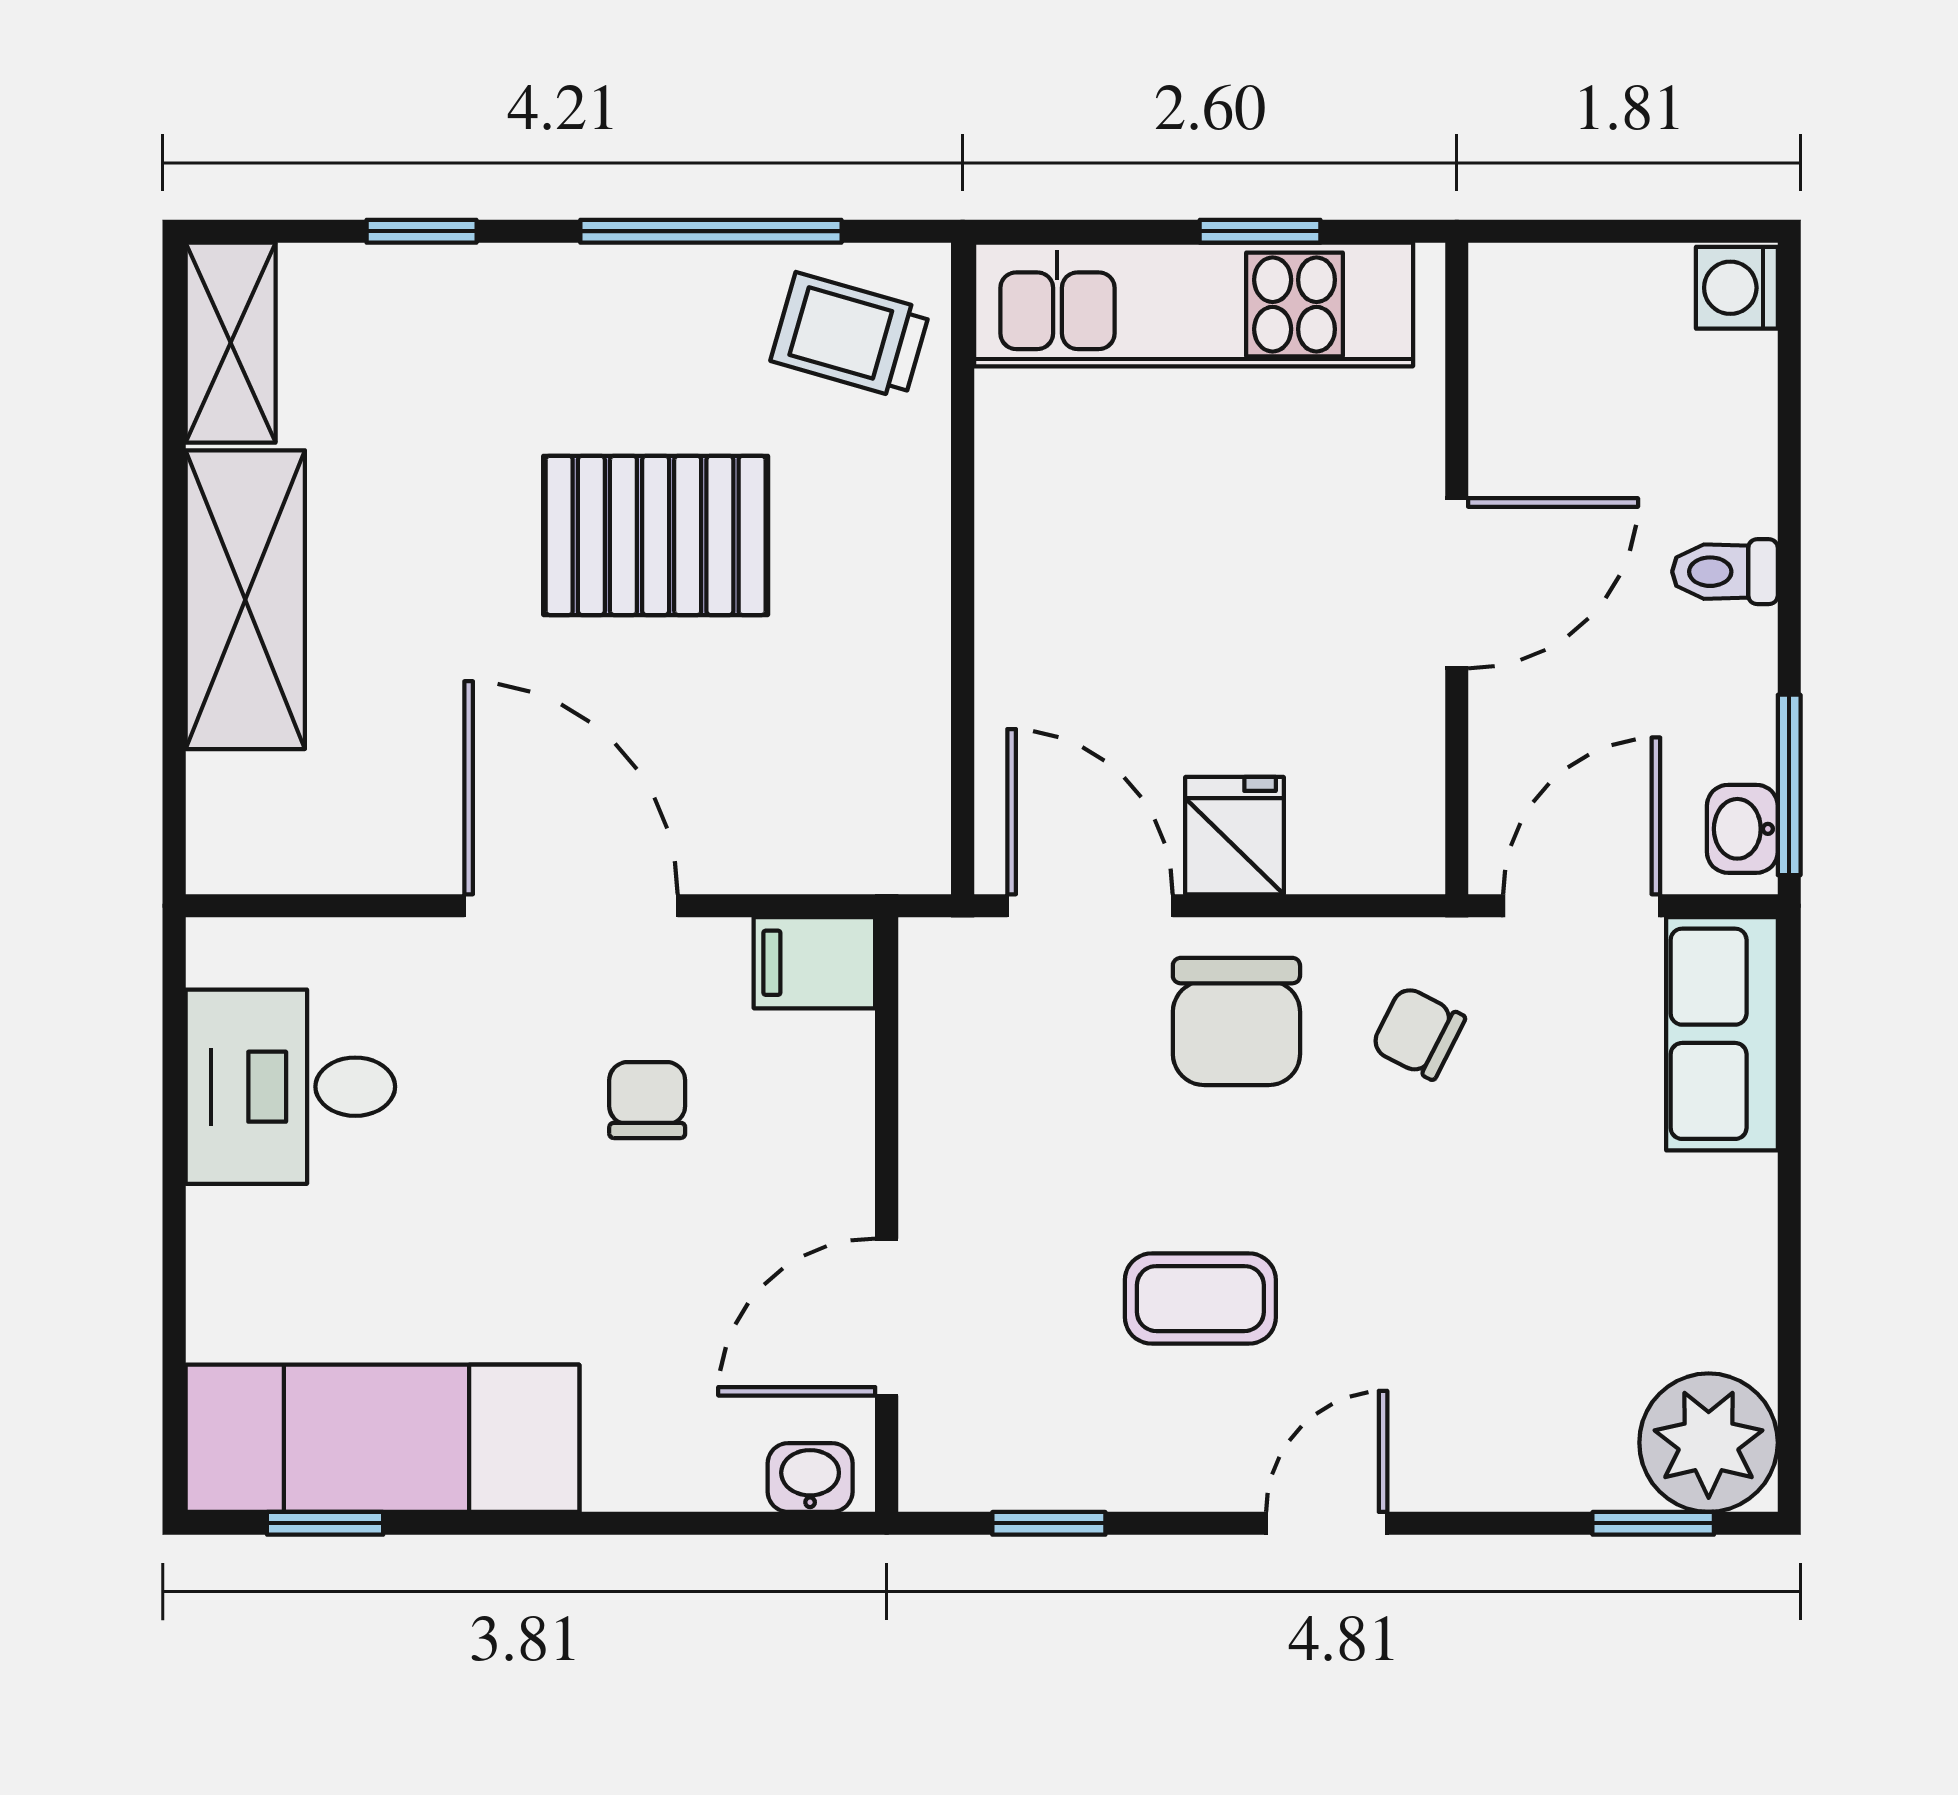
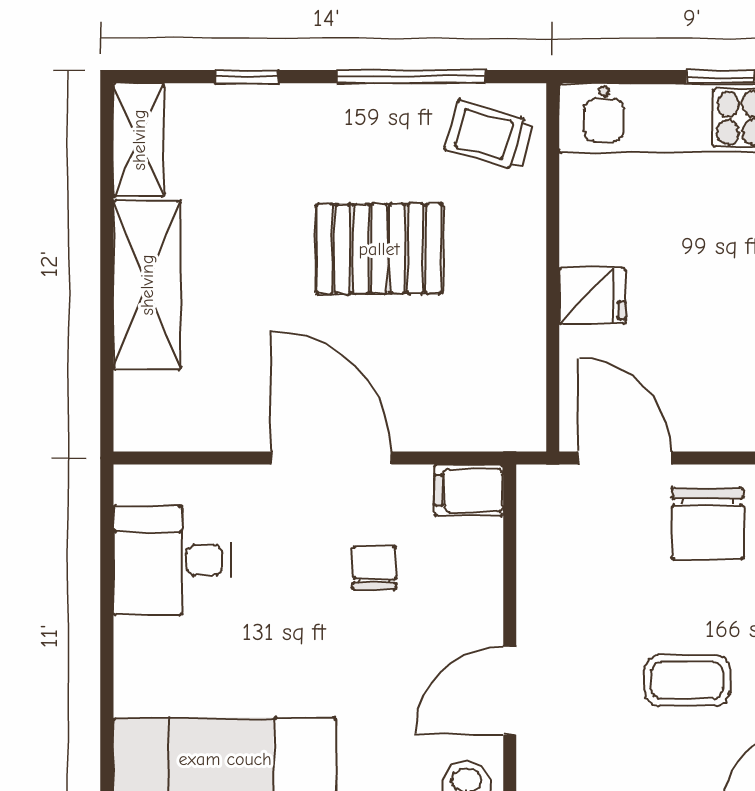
fridge: (1234, 836) -> (592, 296), moved, turned 90

